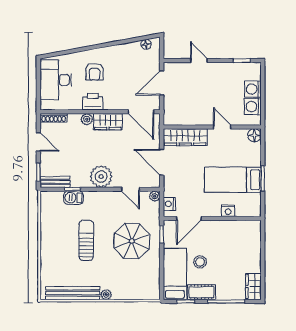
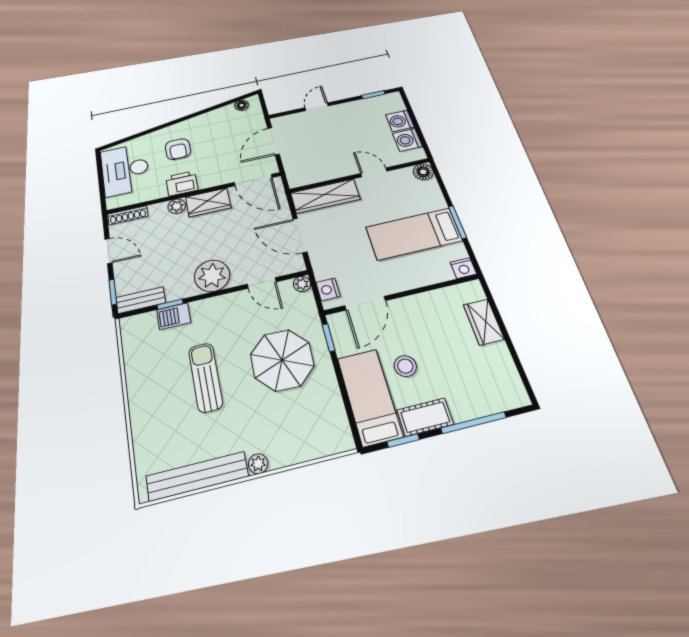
door: (199, 60) -> (317, 107), hinge flipped
nightstand: (228, 211) -> (463, 268), moved
wardrobe: (253, 287) -> (484, 322), moved

